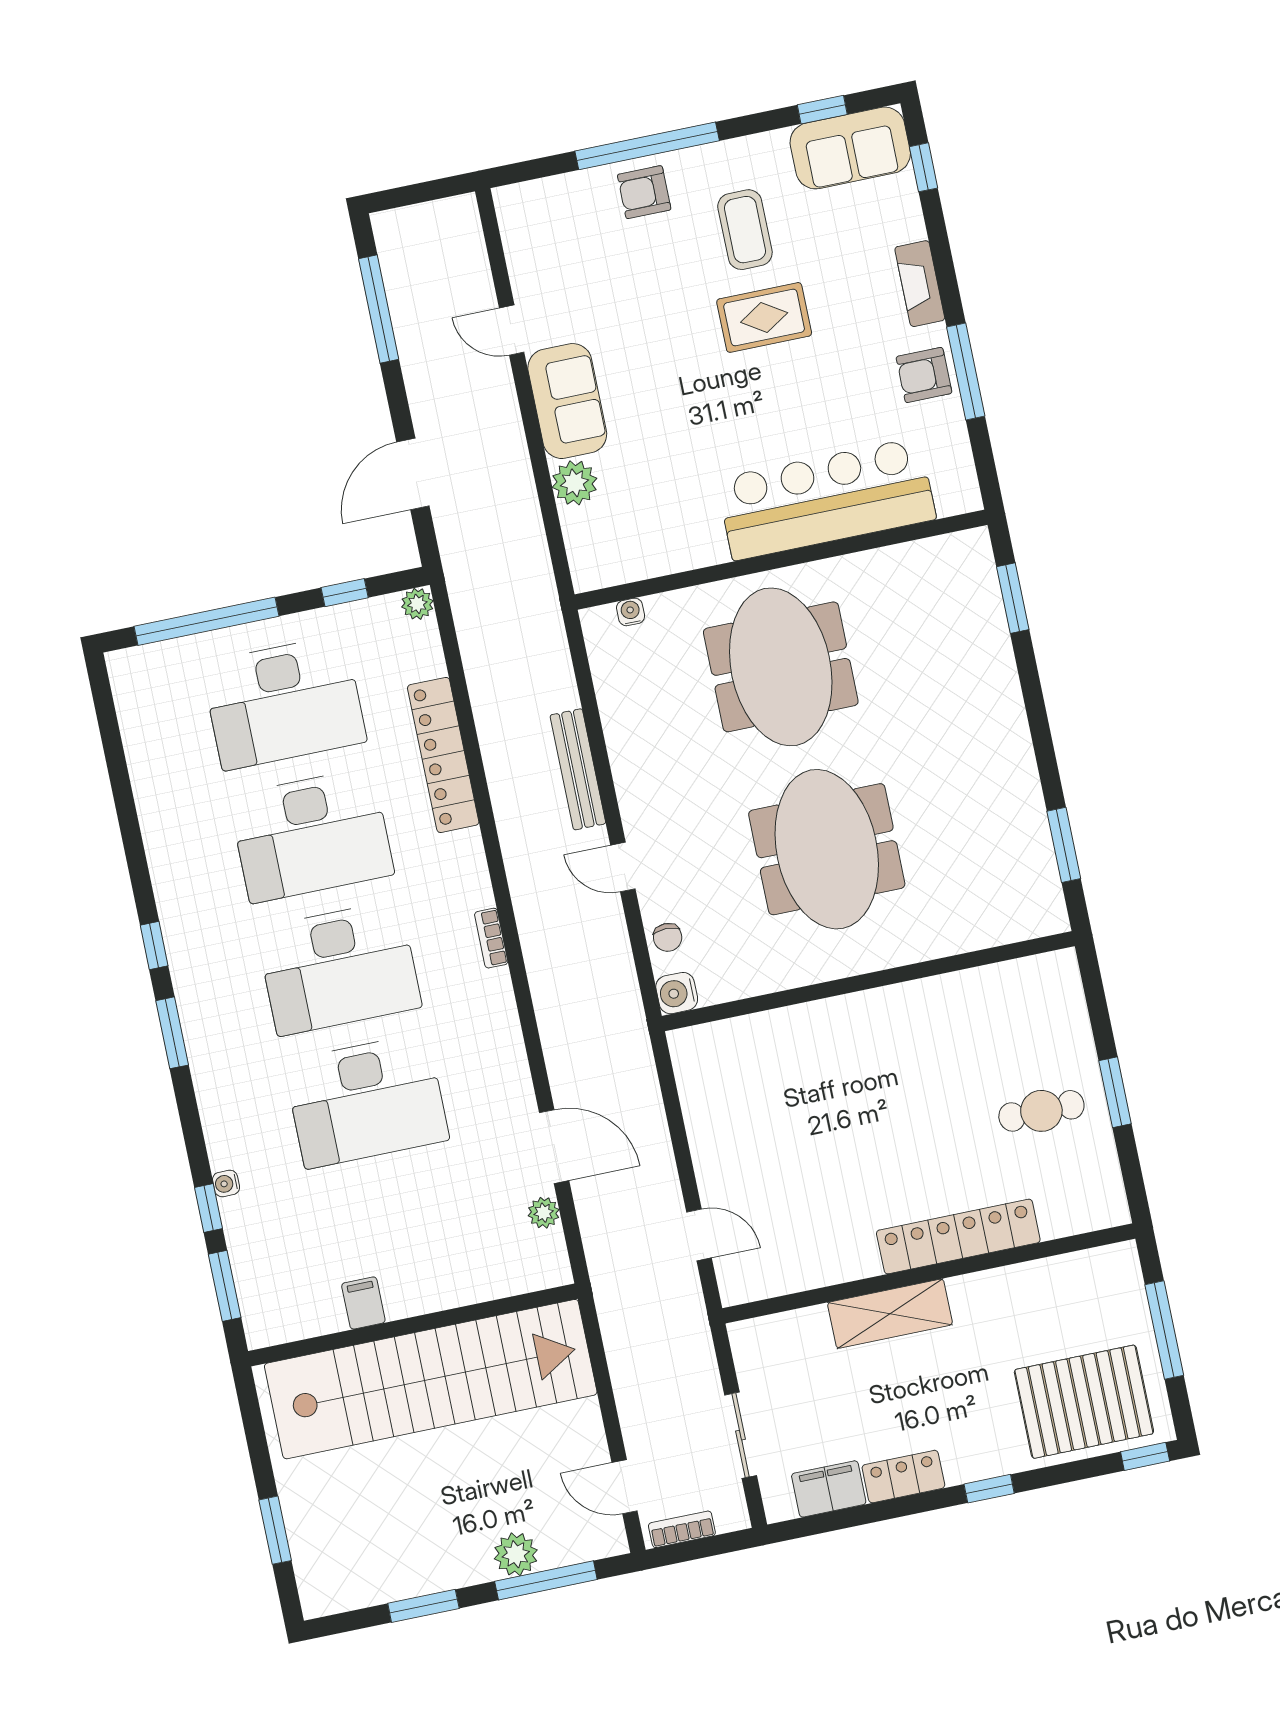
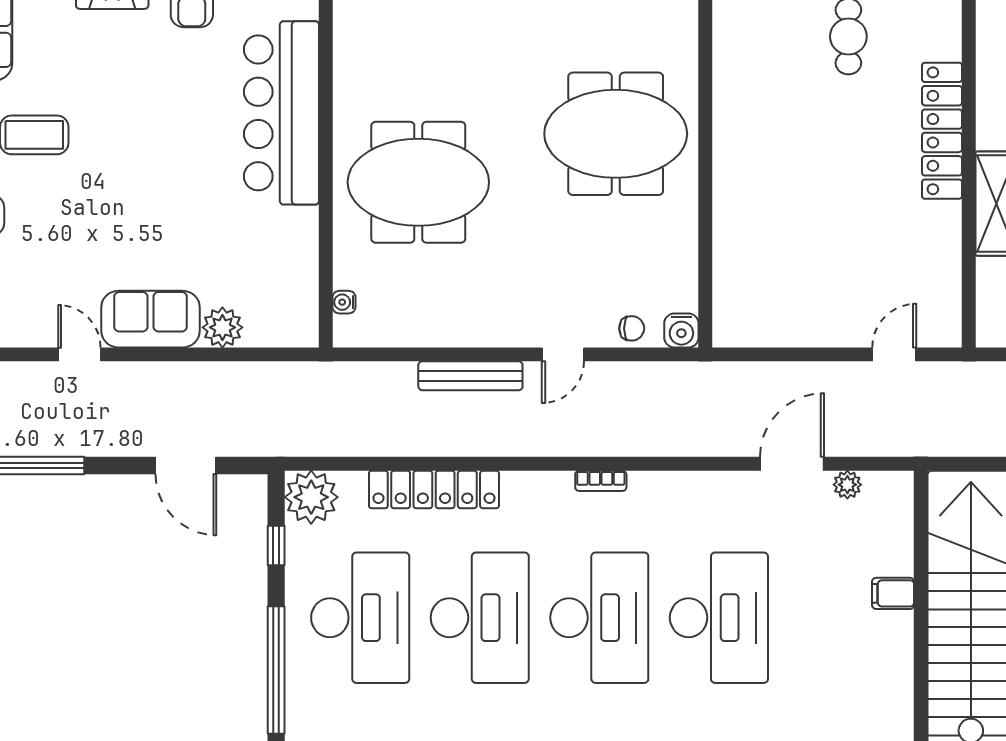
rug: (764, 317) -> (114, 134), removed
door: (512, 330) -> (79, 354), swing flipped
plant: (417, 604) -> (311, 497), width x1.87, depth x1.87
meeting table: (827, 849) -> (616, 134), moved
filing cabinet: (363, 1303) -> (893, 593), moved

